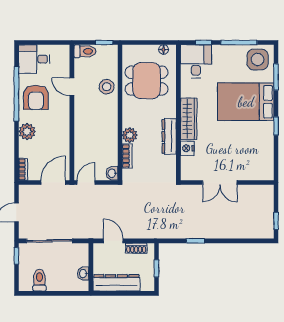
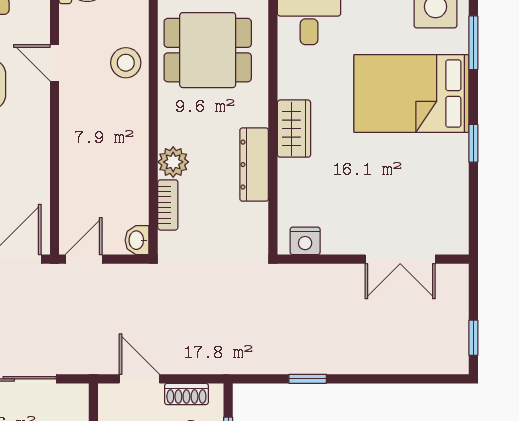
wardrobe: (189, 119) -> (294, 129), width x0.67
nightstand: (187, 148) -> (305, 241), moved, turned -90
double door: (220, 182) -> (400, 259), moved

